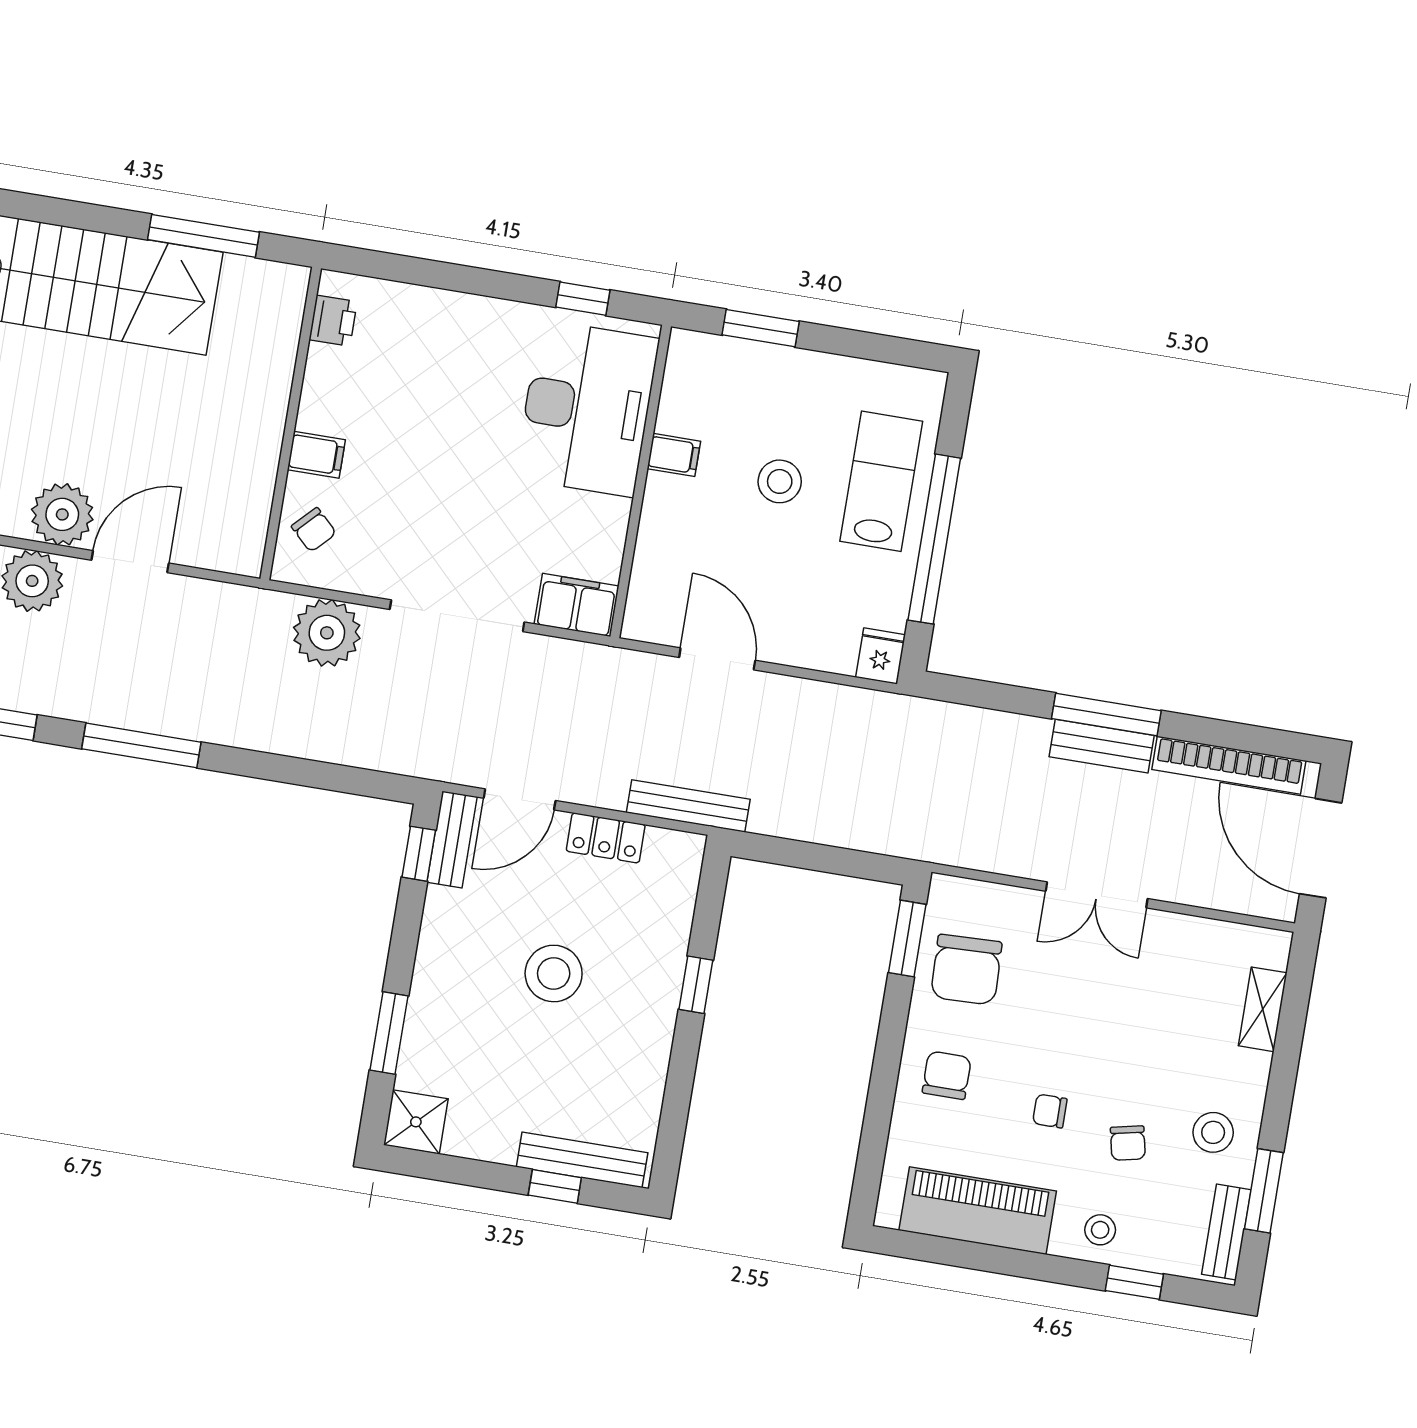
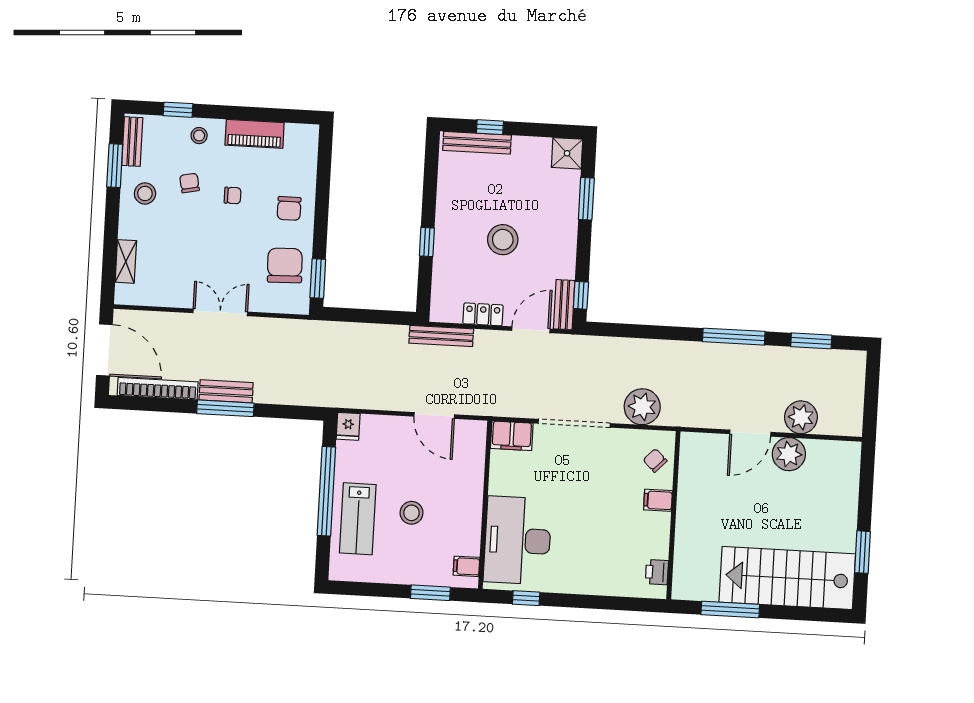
filing cabinet: (674, 455) -> (466, 566), moved
piano: (978, 1211) -> (255, 134), width x0.73, depth x0.75

